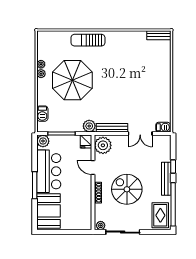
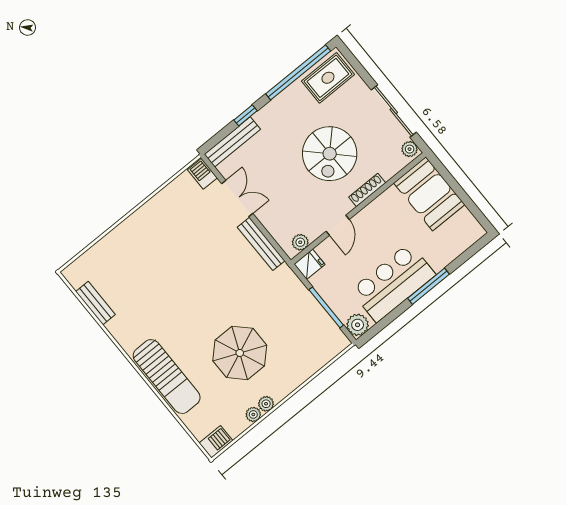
bench: (159, 35) -> (95, 303), moved
sun lounger: (88, 40) -> (167, 377), width x1.36, depth x1.34
parasol: (72, 80) -> (240, 353), width x0.73, depth x0.73
barbecue: (42, 114) -> (216, 442), moved
plant: (89, 126) -> (284, 278), removed
plant: (103, 145) -> (300, 242), width x0.53, depth x0.53
bench: (166, 179) -> (232, 142), moved
booth: (48, 211) -> (429, 194), moved, turned 90

